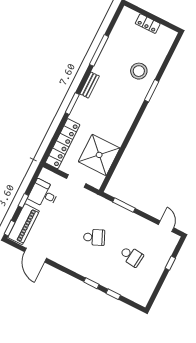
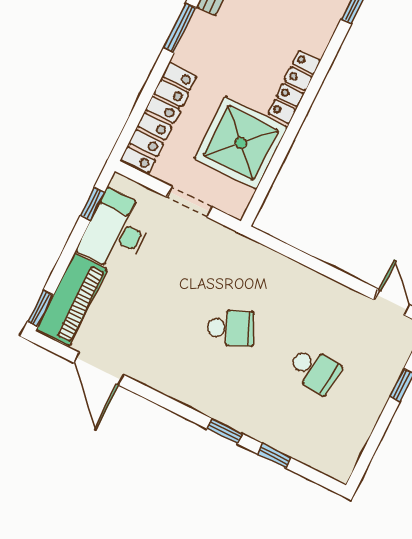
locker: (123, 130) -> (294, 87), added
desk: (44, 194) -> (116, 231), width x1.37
window: (23, 201) -> (92, 204), moved
window: (124, 205) -> (297, 255), removed

